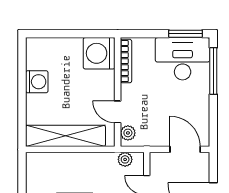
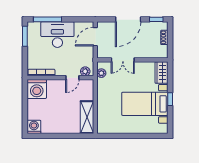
desk: (183, 59) -> (57, 35), moved, turned 90
washing machine: (37, 82) -> (34, 127), moved
shelving: (66, 136) -> (87, 117), width x0.68

